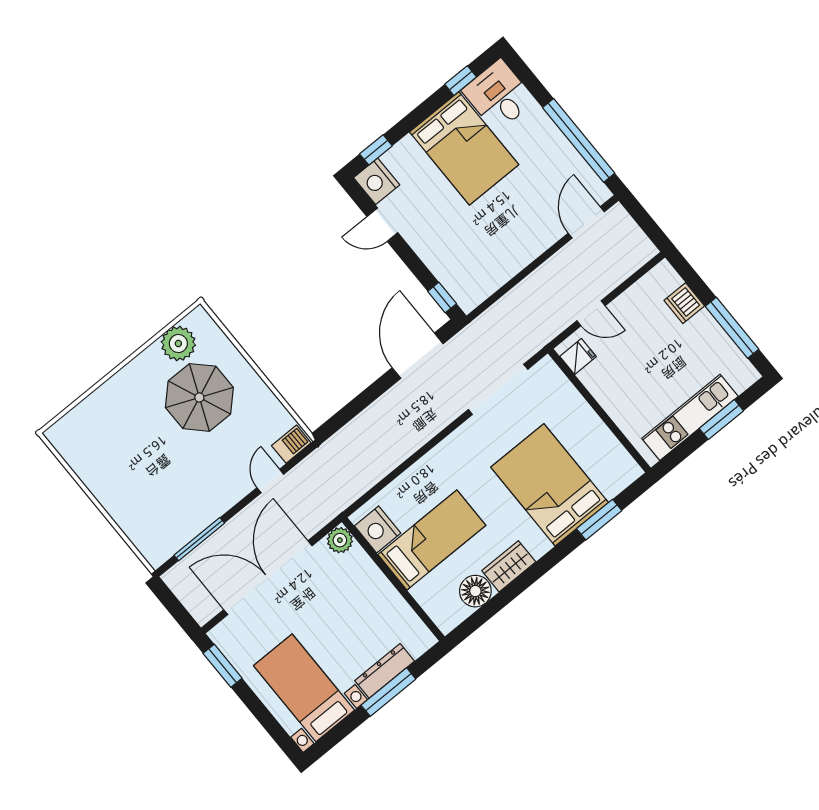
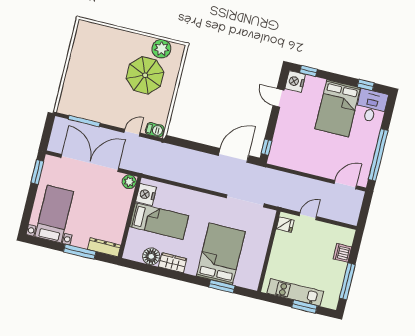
door: (591, 313) -> (308, 216), swing flipped
dresser: (385, 671) -> (104, 247), moved

